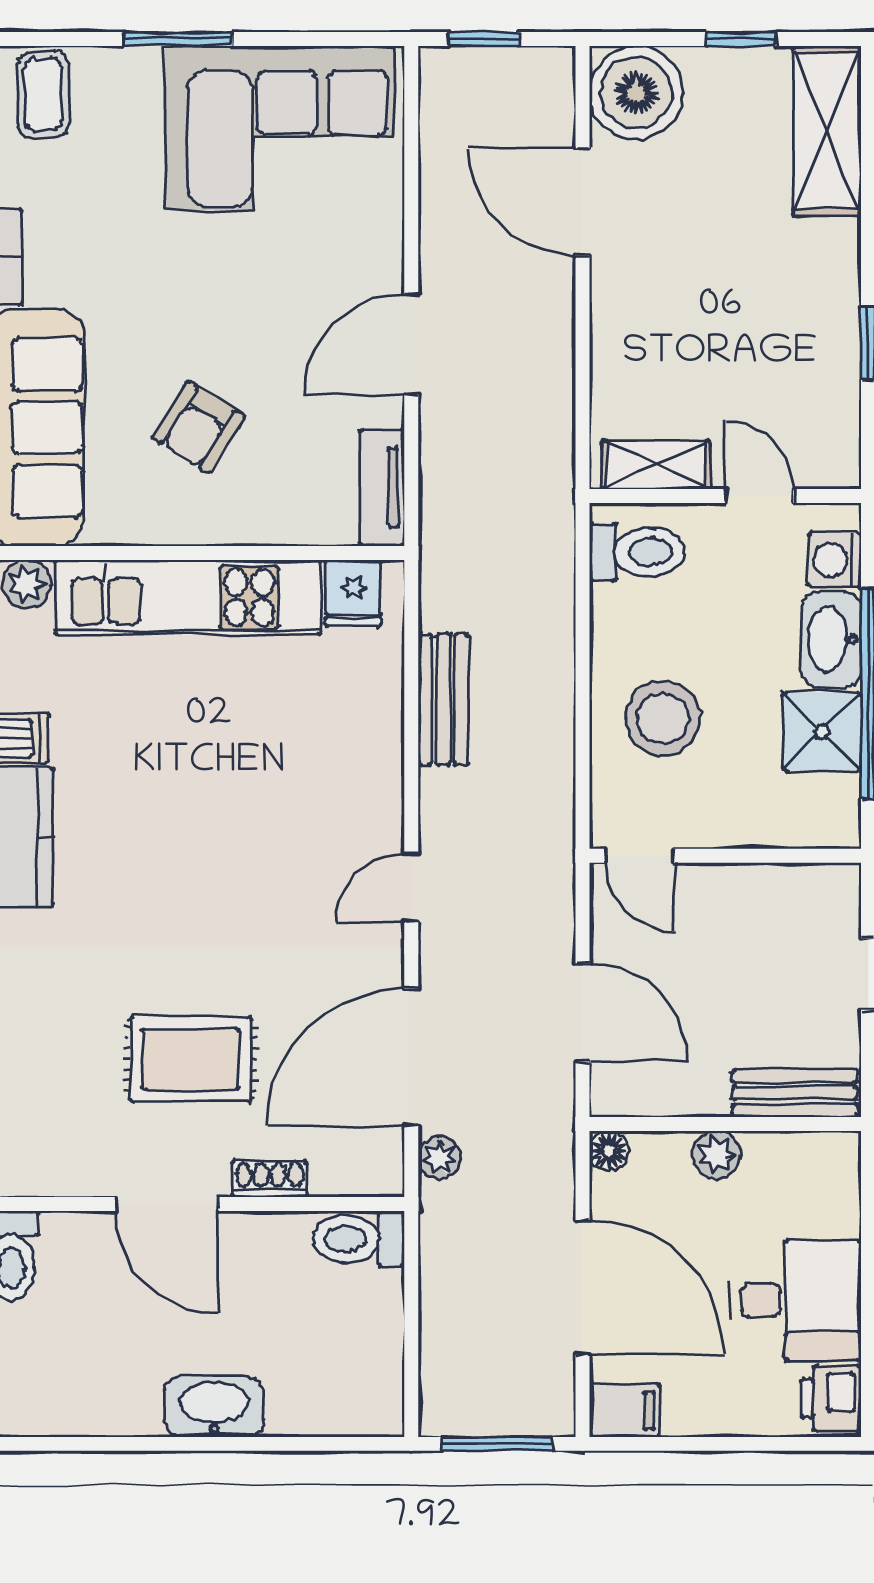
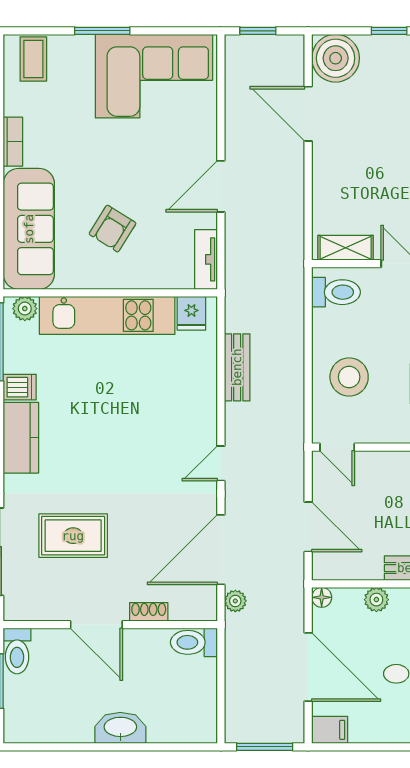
rug: (191, 1059) -> (73, 536), moved

